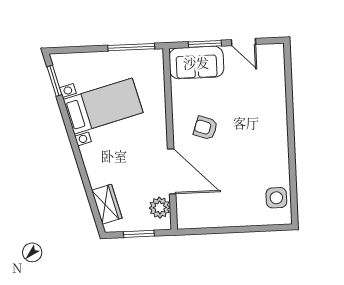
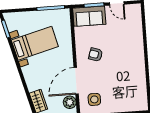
door: (172, 171) -> (76, 81), swing flipped
side table: (276, 198) -> (94, 99), moved

